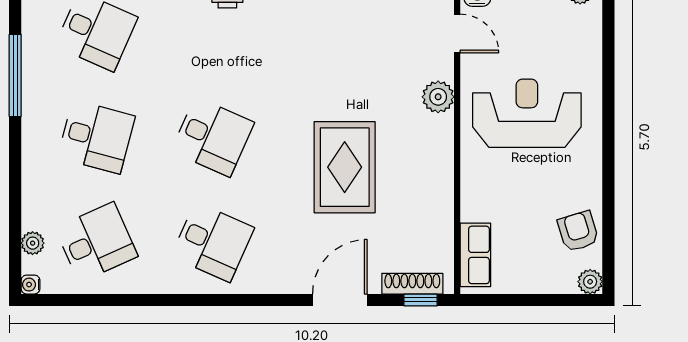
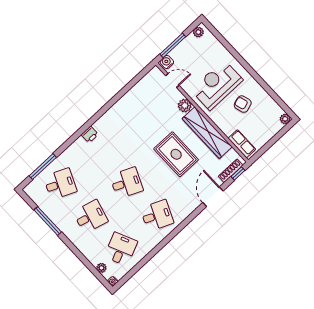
wardrobe: (433, 180) -> (207, 133), added
armchair: (578, 231) -> (243, 104), moved

